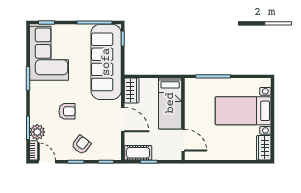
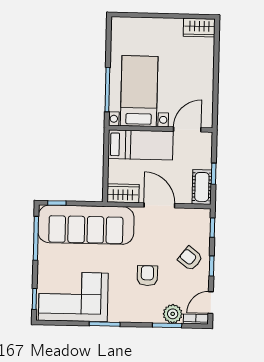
bed with nightstands: (243, 111) -> (139, 91), moved, turned 180
door: (123, 120) -> (159, 205), hinge flipped

